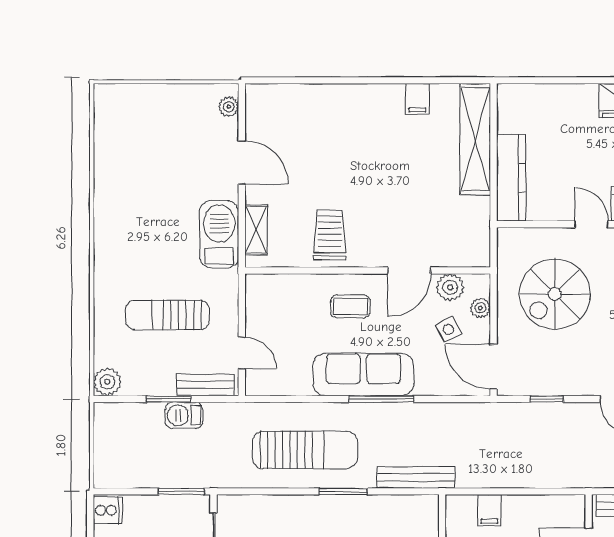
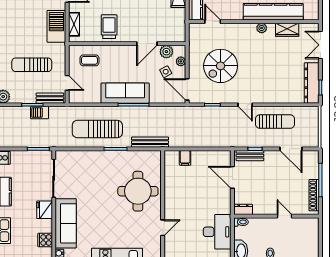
door: (591, 224) -> (213, 22), moved
spiral stairs: (555, 294) -> (221, 66), moved
coffee table: (350, 306) -> (89, 60), moved
sun lounger: (305, 450) -> (97, 129), turned 180

